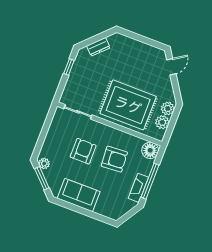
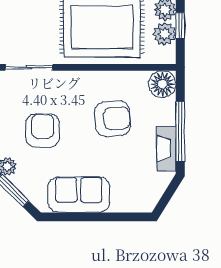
window: (173, 121) -> (180, 25), added
armchair: (83, 151) -> (43, 130), moved

